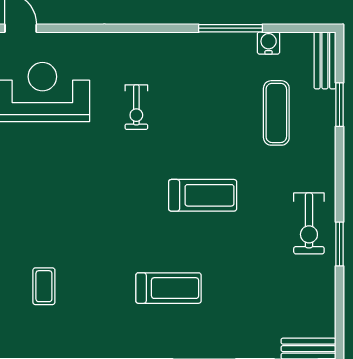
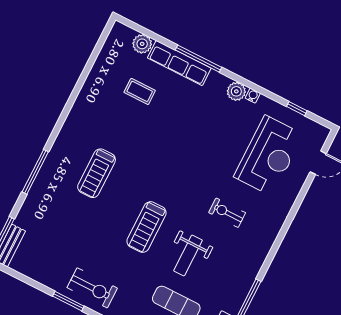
weight bench: (212, 128) -> (188, 255), added
exercise bike: (309, 223) -> (92, 288), turned 180

